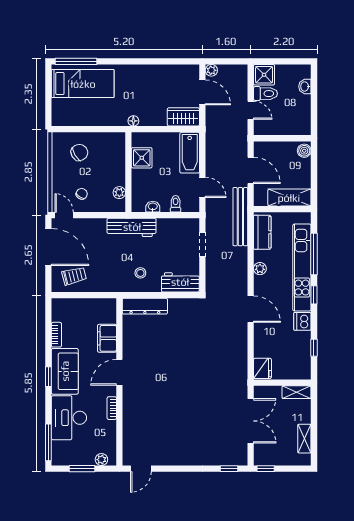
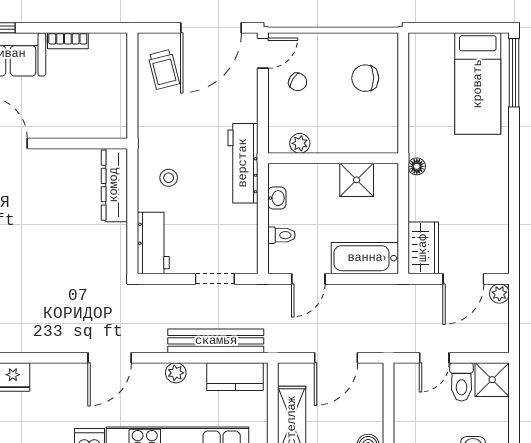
chair: (79, 152) -> (365, 78), turned 121
bench: (240, 217) -> (216, 341), moved
filing cabinet: (107, 338) -> (62, 123), removed

